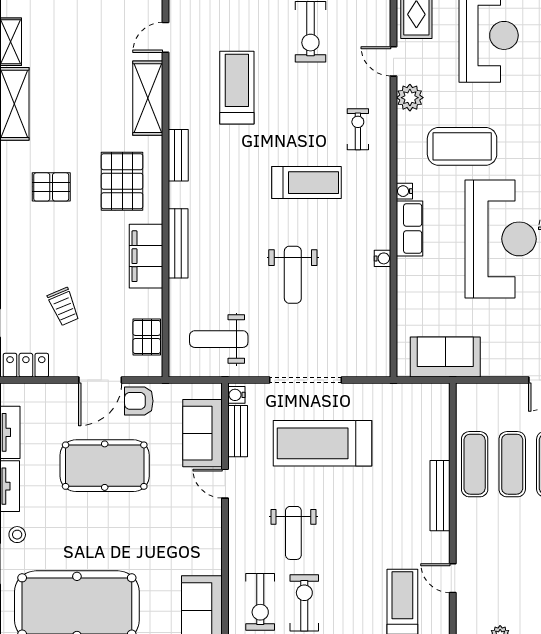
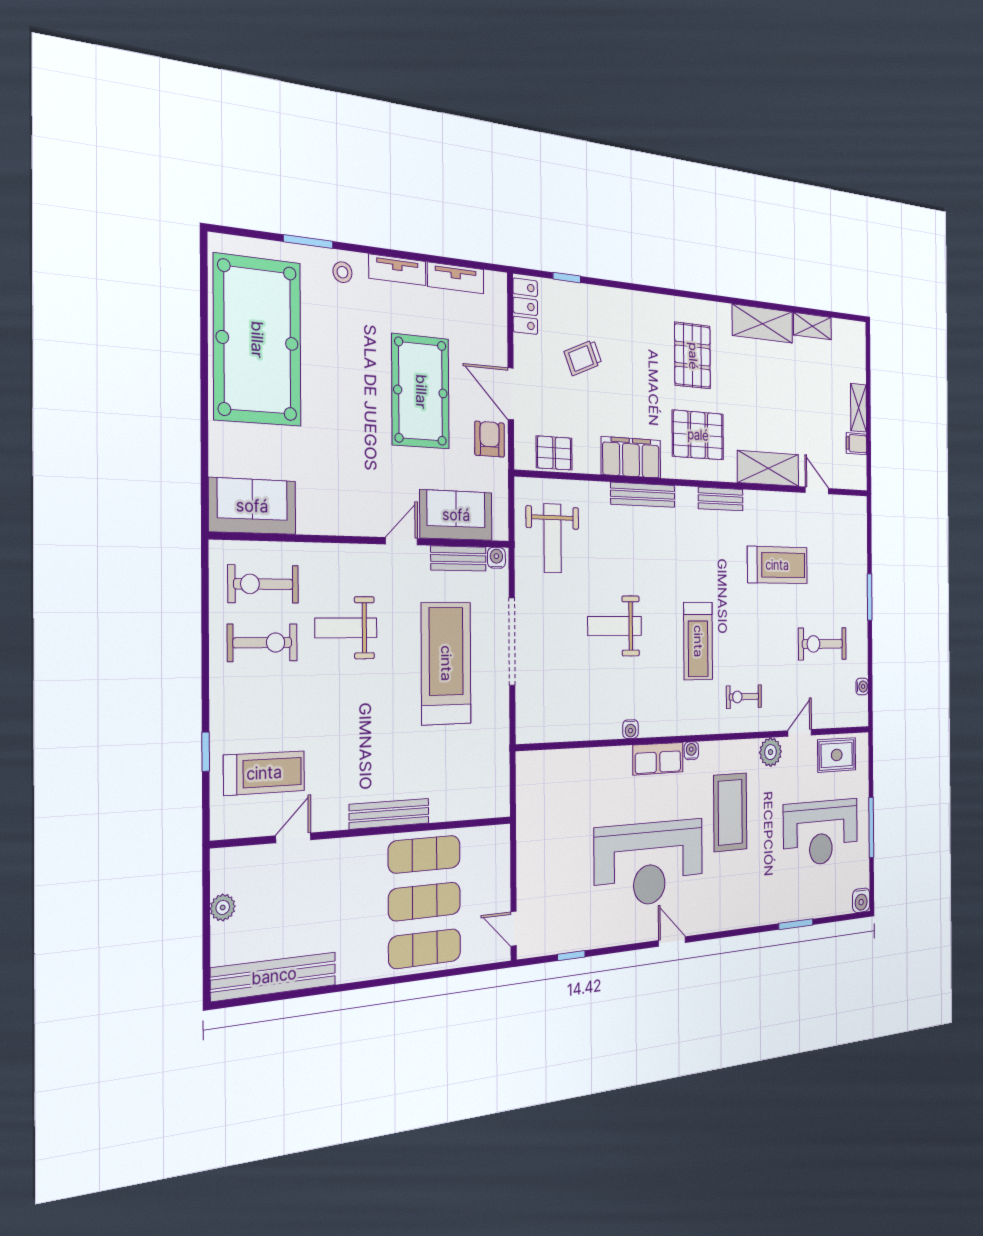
exercise bike: (358, 129) -> (744, 697), turned 180
pallet: (51, 187) -> (693, 356), width x1.50, depth x1.42
weight bench: (219, 339) -> (553, 538), turned 180
sofa: (445, 357) -> (536, 809), removed

